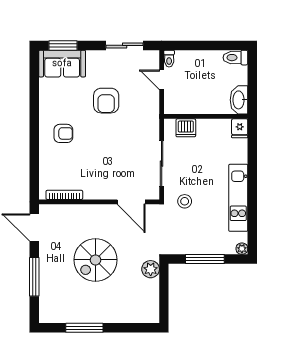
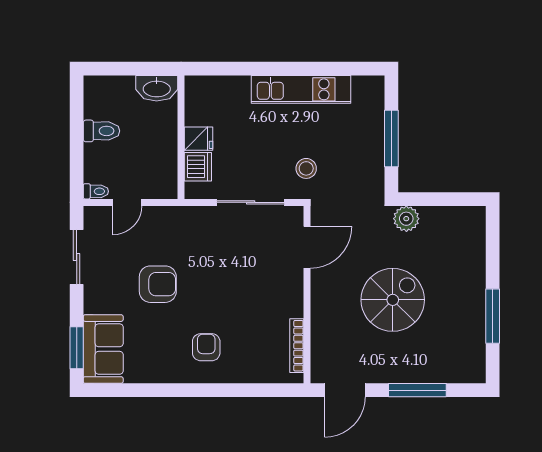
toilet: (235, 58) -> (101, 131), moved, turned -90
fridge: (240, 128) -> (199, 139), moved
plant: (242, 249) -> (376, 84), removed
spiral stairs: (95, 260) -> (393, 300), turned -90

